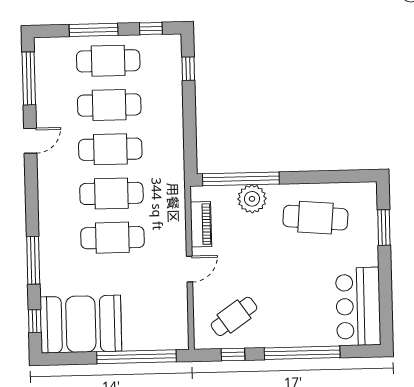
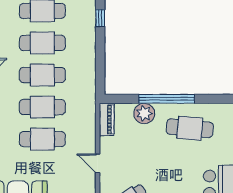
window: (241, 179) -> (167, 99), moved
piano: (201, 224) -> (107, 119), moved
door: (190, 269) -> (98, 163), swing flipped

